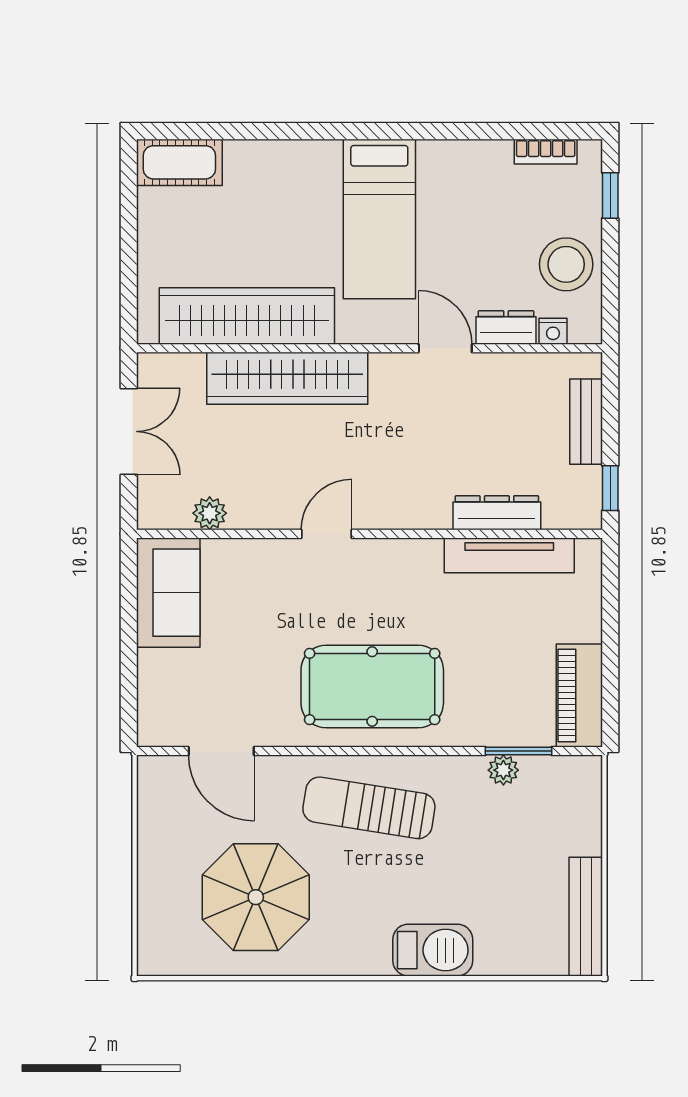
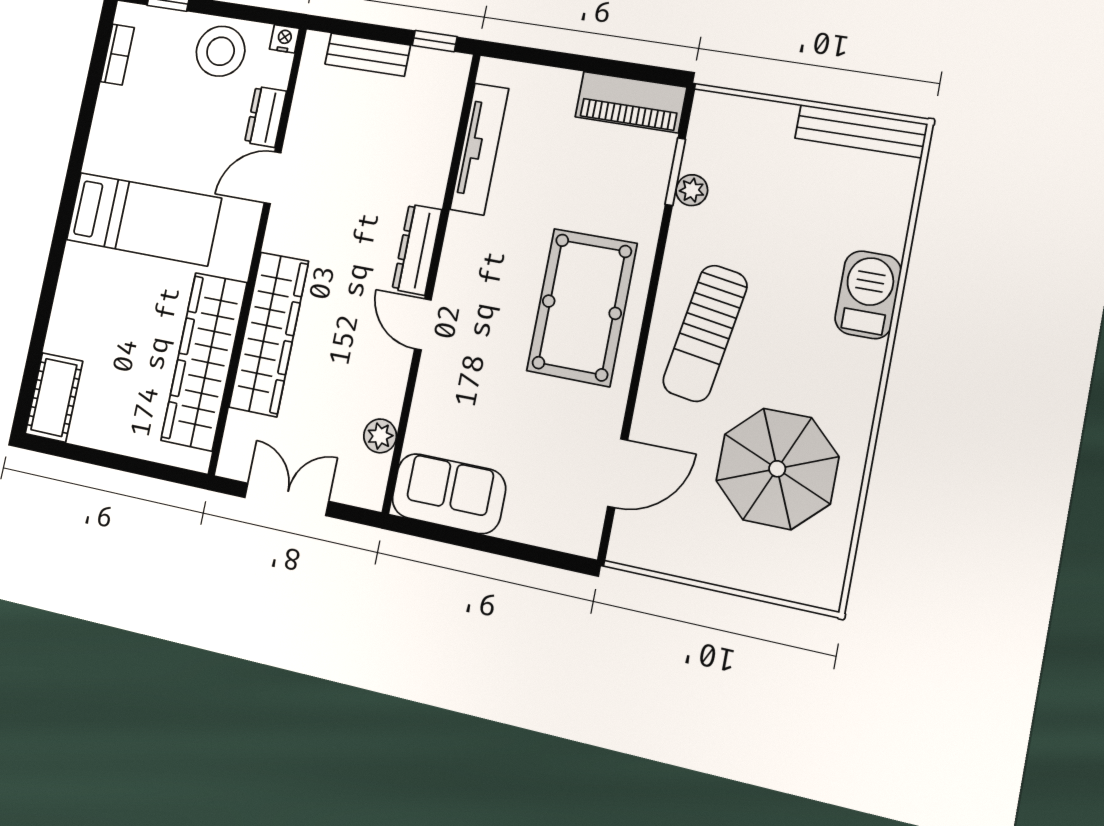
nightstand: (553, 331) -> (284, 39), moved, turned -90
dresser: (497, 513) -> (417, 250), moved

